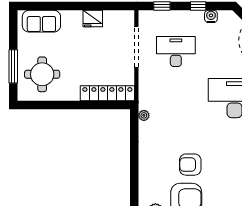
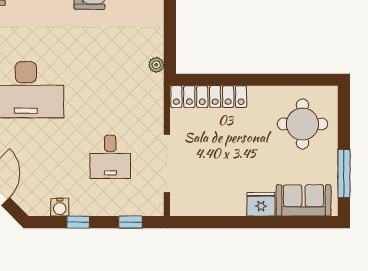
fridge: (93, 18) -> (261, 204), moved
desk: (176, 51) -> (110, 157), width x0.73
window: (13, 66) -> (344, 173), moved

